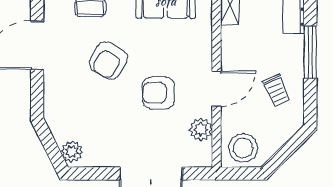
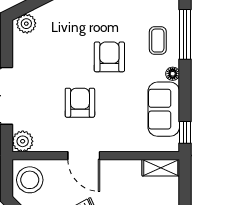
armchair: (108, 61) -> (109, 57), turned 61
plant: (201, 129) -> (23, 141), moved

